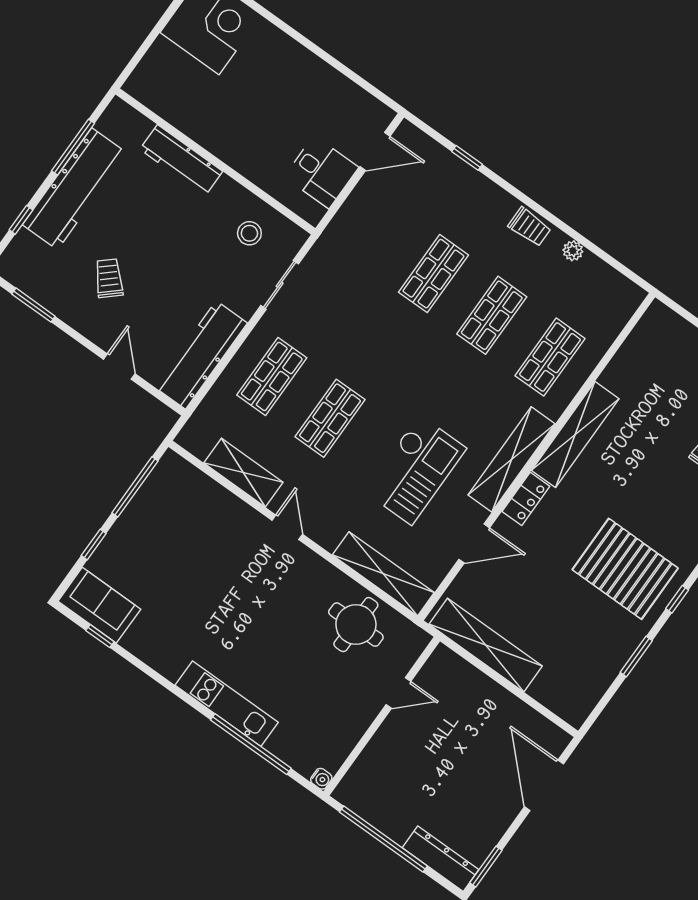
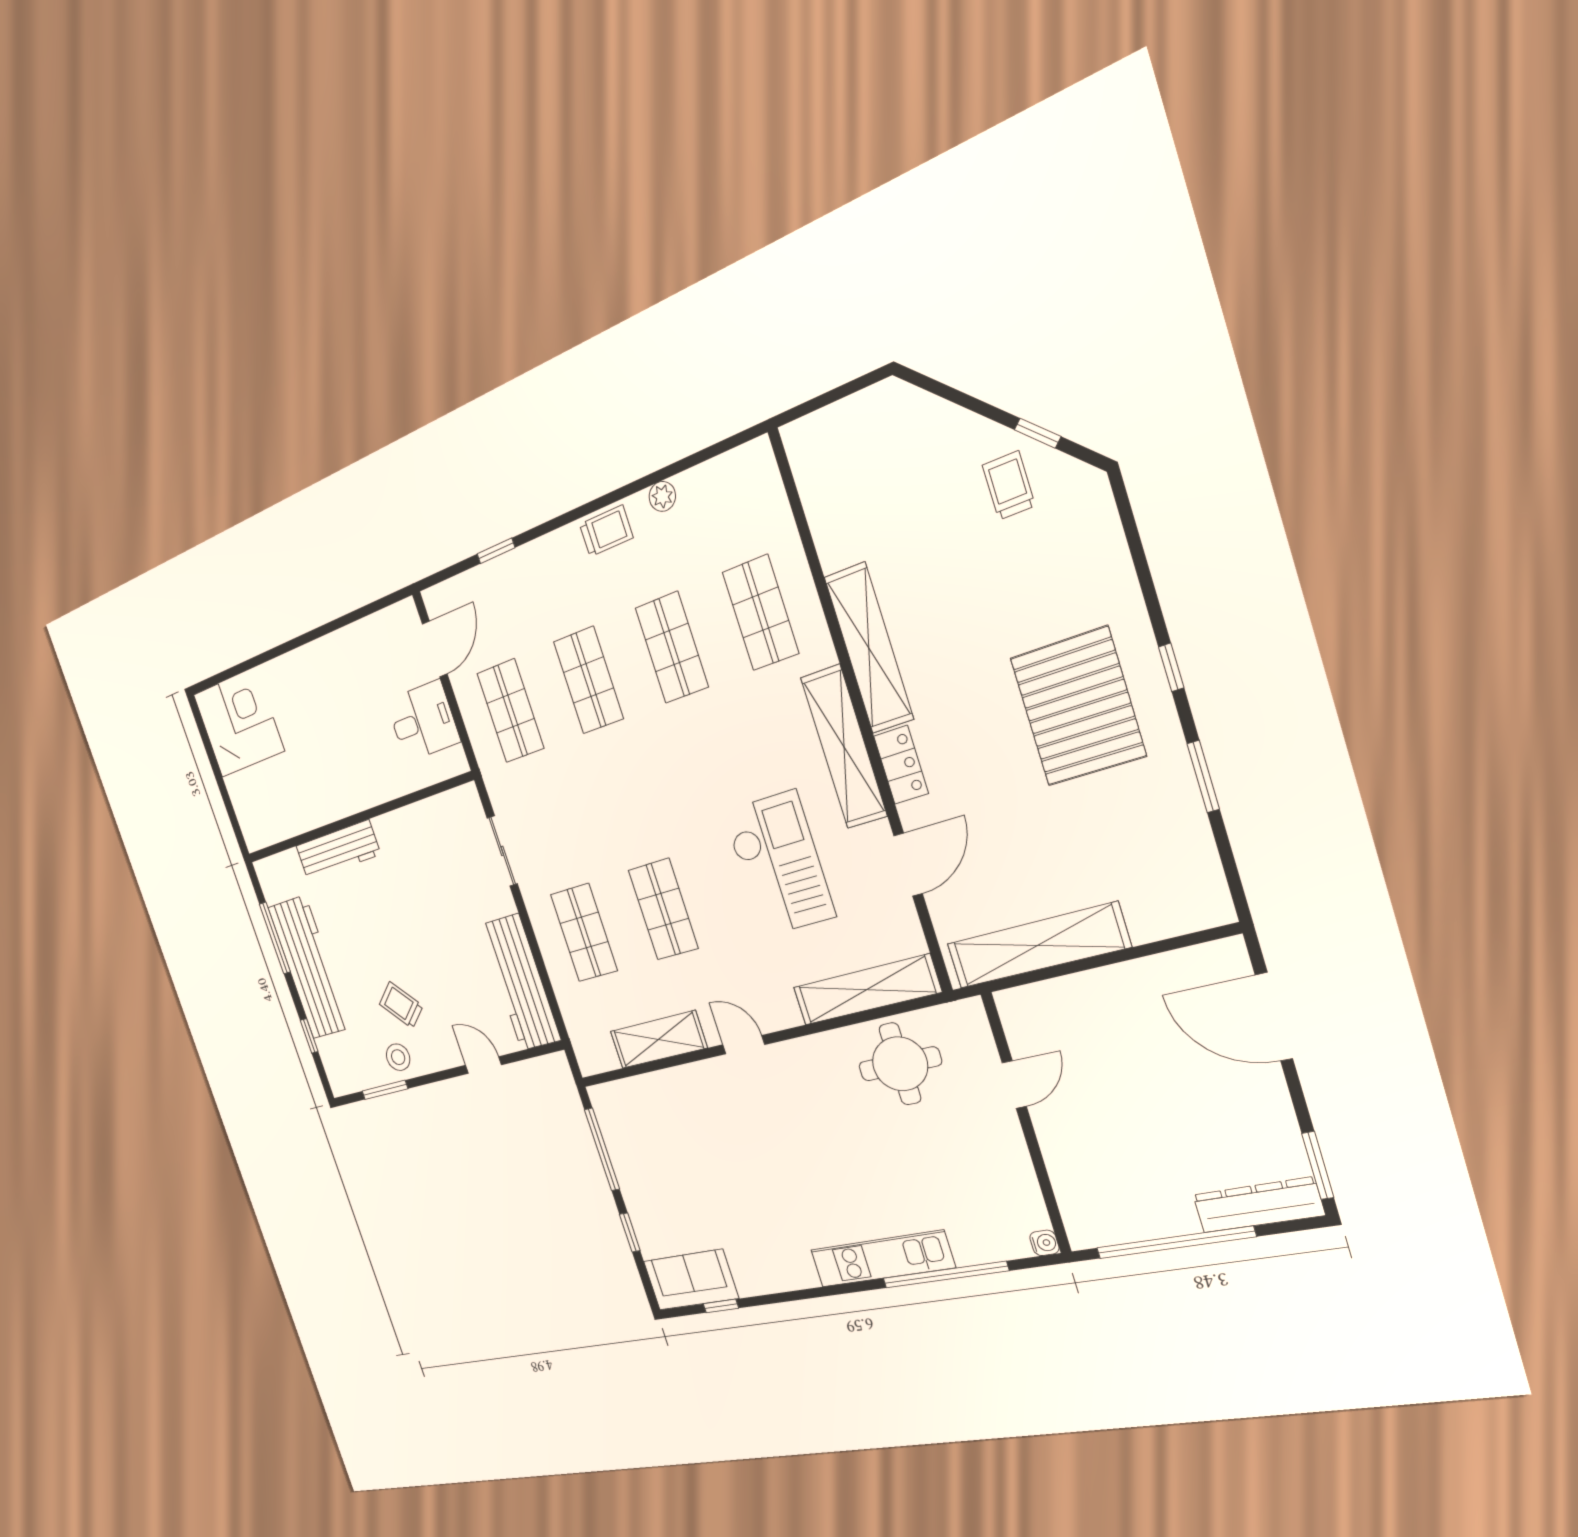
shop shelf: (375, 232) -> (510, 711), added
stool: (249, 233) -> (398, 1057), moved
pallet: (625, 569) -> (1078, 707), turned 90

